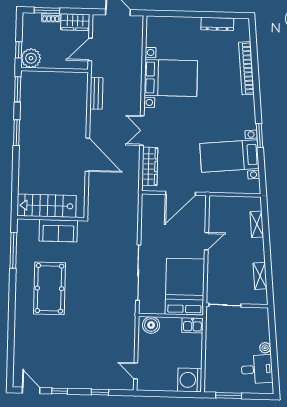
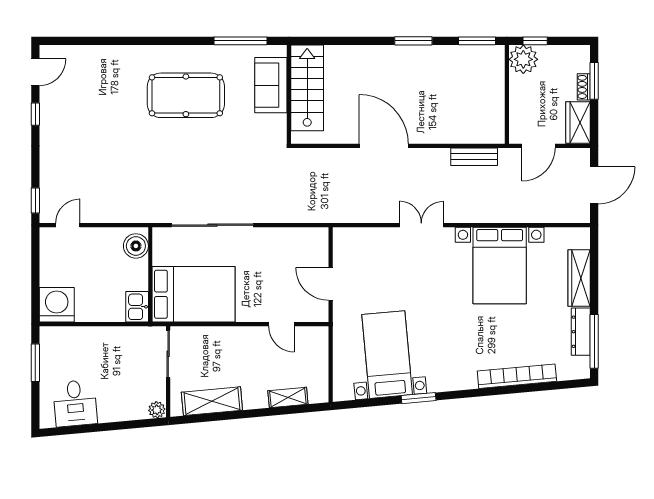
window: (224, 15) -> (594, 341), added
door: (90, 49) -> (538, 146), swing flipped
door: (87, 155) -> (384, 146), swing flipped
wardrobe: (150, 166) -> (579, 278), moved, turned 90
door: (180, 193) -> (331, 284), width x0.73
sofa: (58, 231) -> (271, 85), moved
door: (206, 241) -> (282, 324), moved
shelving: (260, 276) -> (212, 401), width x1.50, depth x1.33
plant: (265, 348) -> (157, 410), moved
window: (100, 392) -> (35, 201), moved

